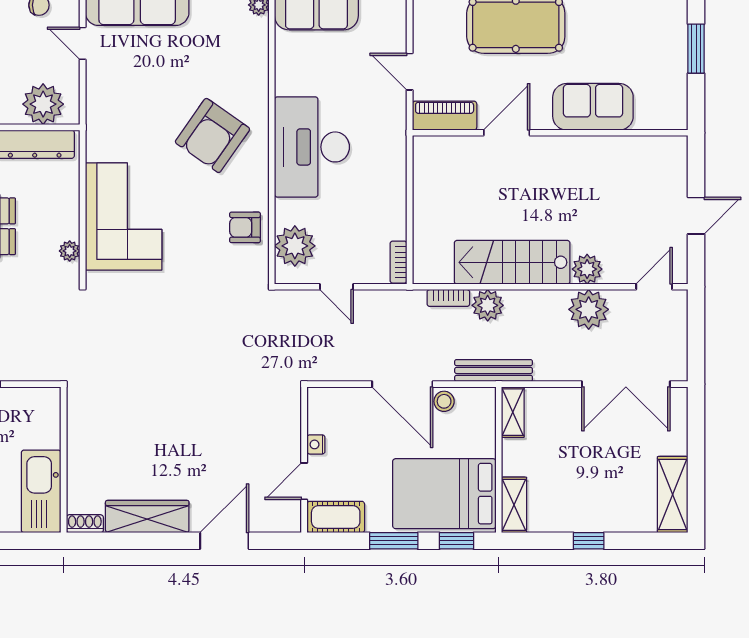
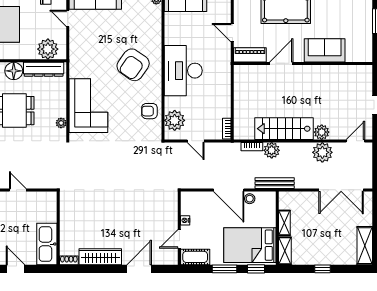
shelving: (513, 412) -> (284, 223), moved

